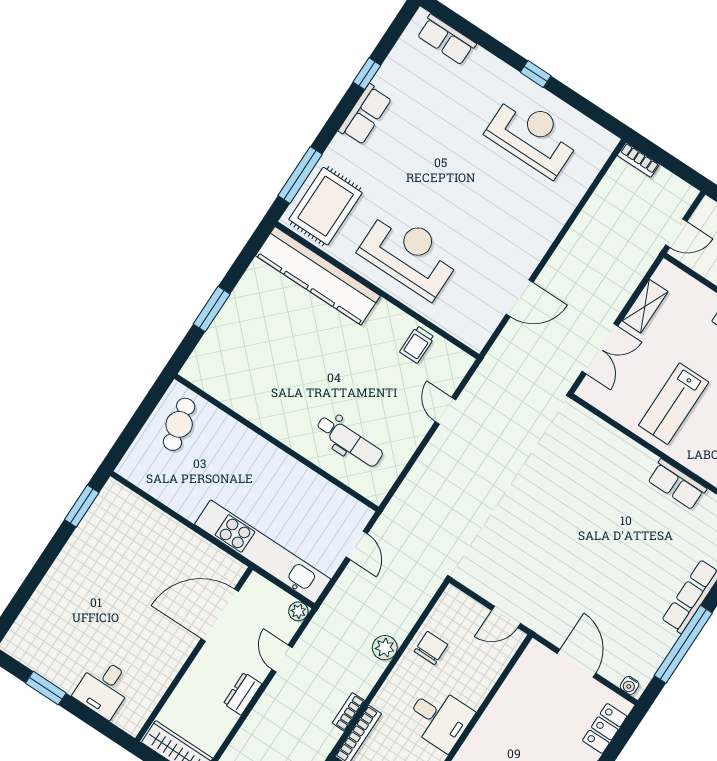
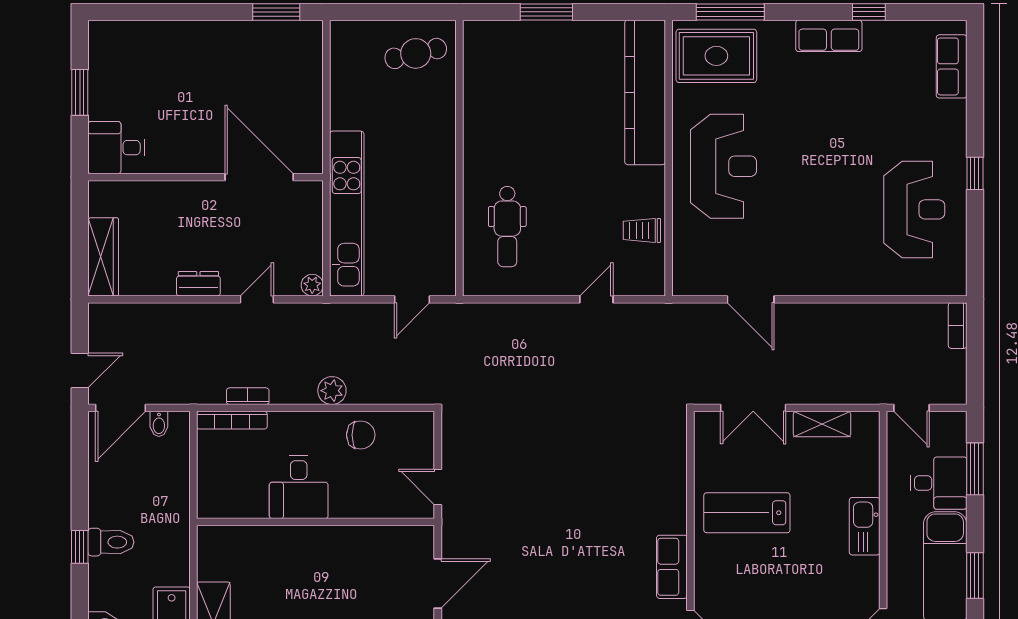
door: (220, 615) -> (259, 177), moved
wall: (194, 654) -> (206, 177), moved

